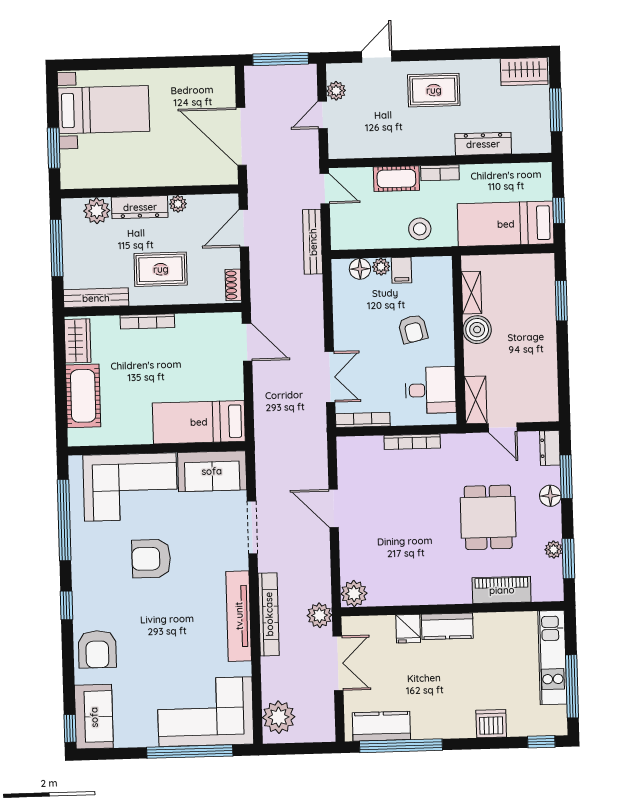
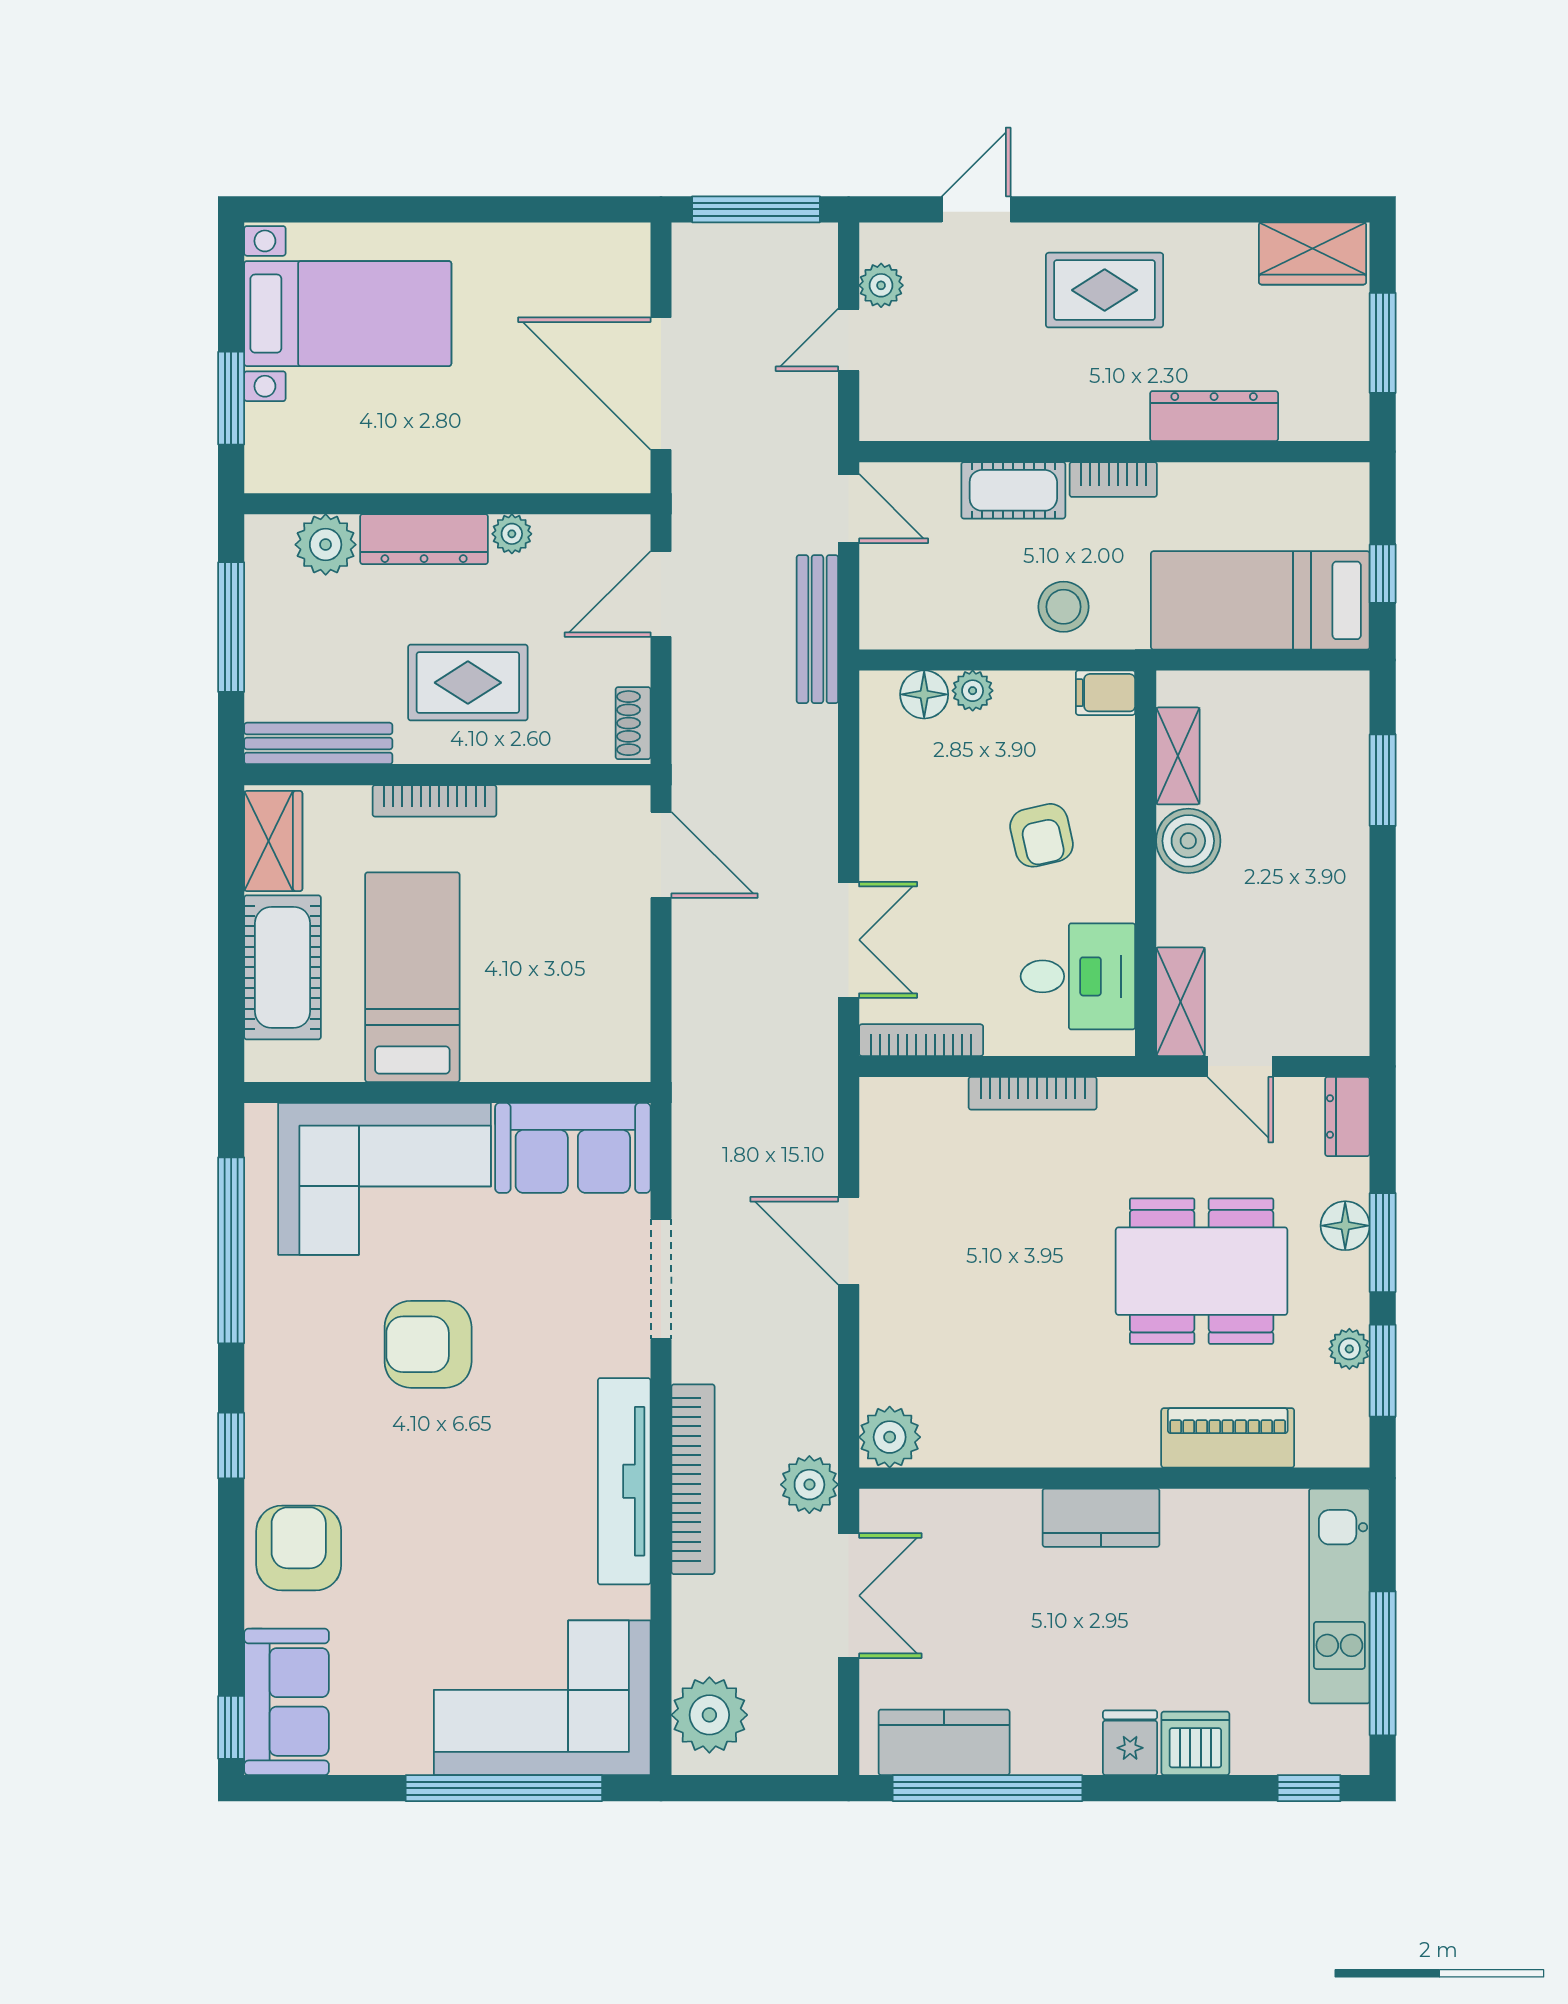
filing cabinet: (402, 270) -> (1105, 693), moved, turned 90
bed: (199, 422) -> (412, 977), moved, turned 90
window: (566, 477) -> (1383, 1243), moved
dining table: (488, 517) -> (1202, 1271), width x1.38
fridge: (408, 629) -> (1130, 1743), moved, turned 180
armchair: (97, 649) -> (299, 1548), turned 180

